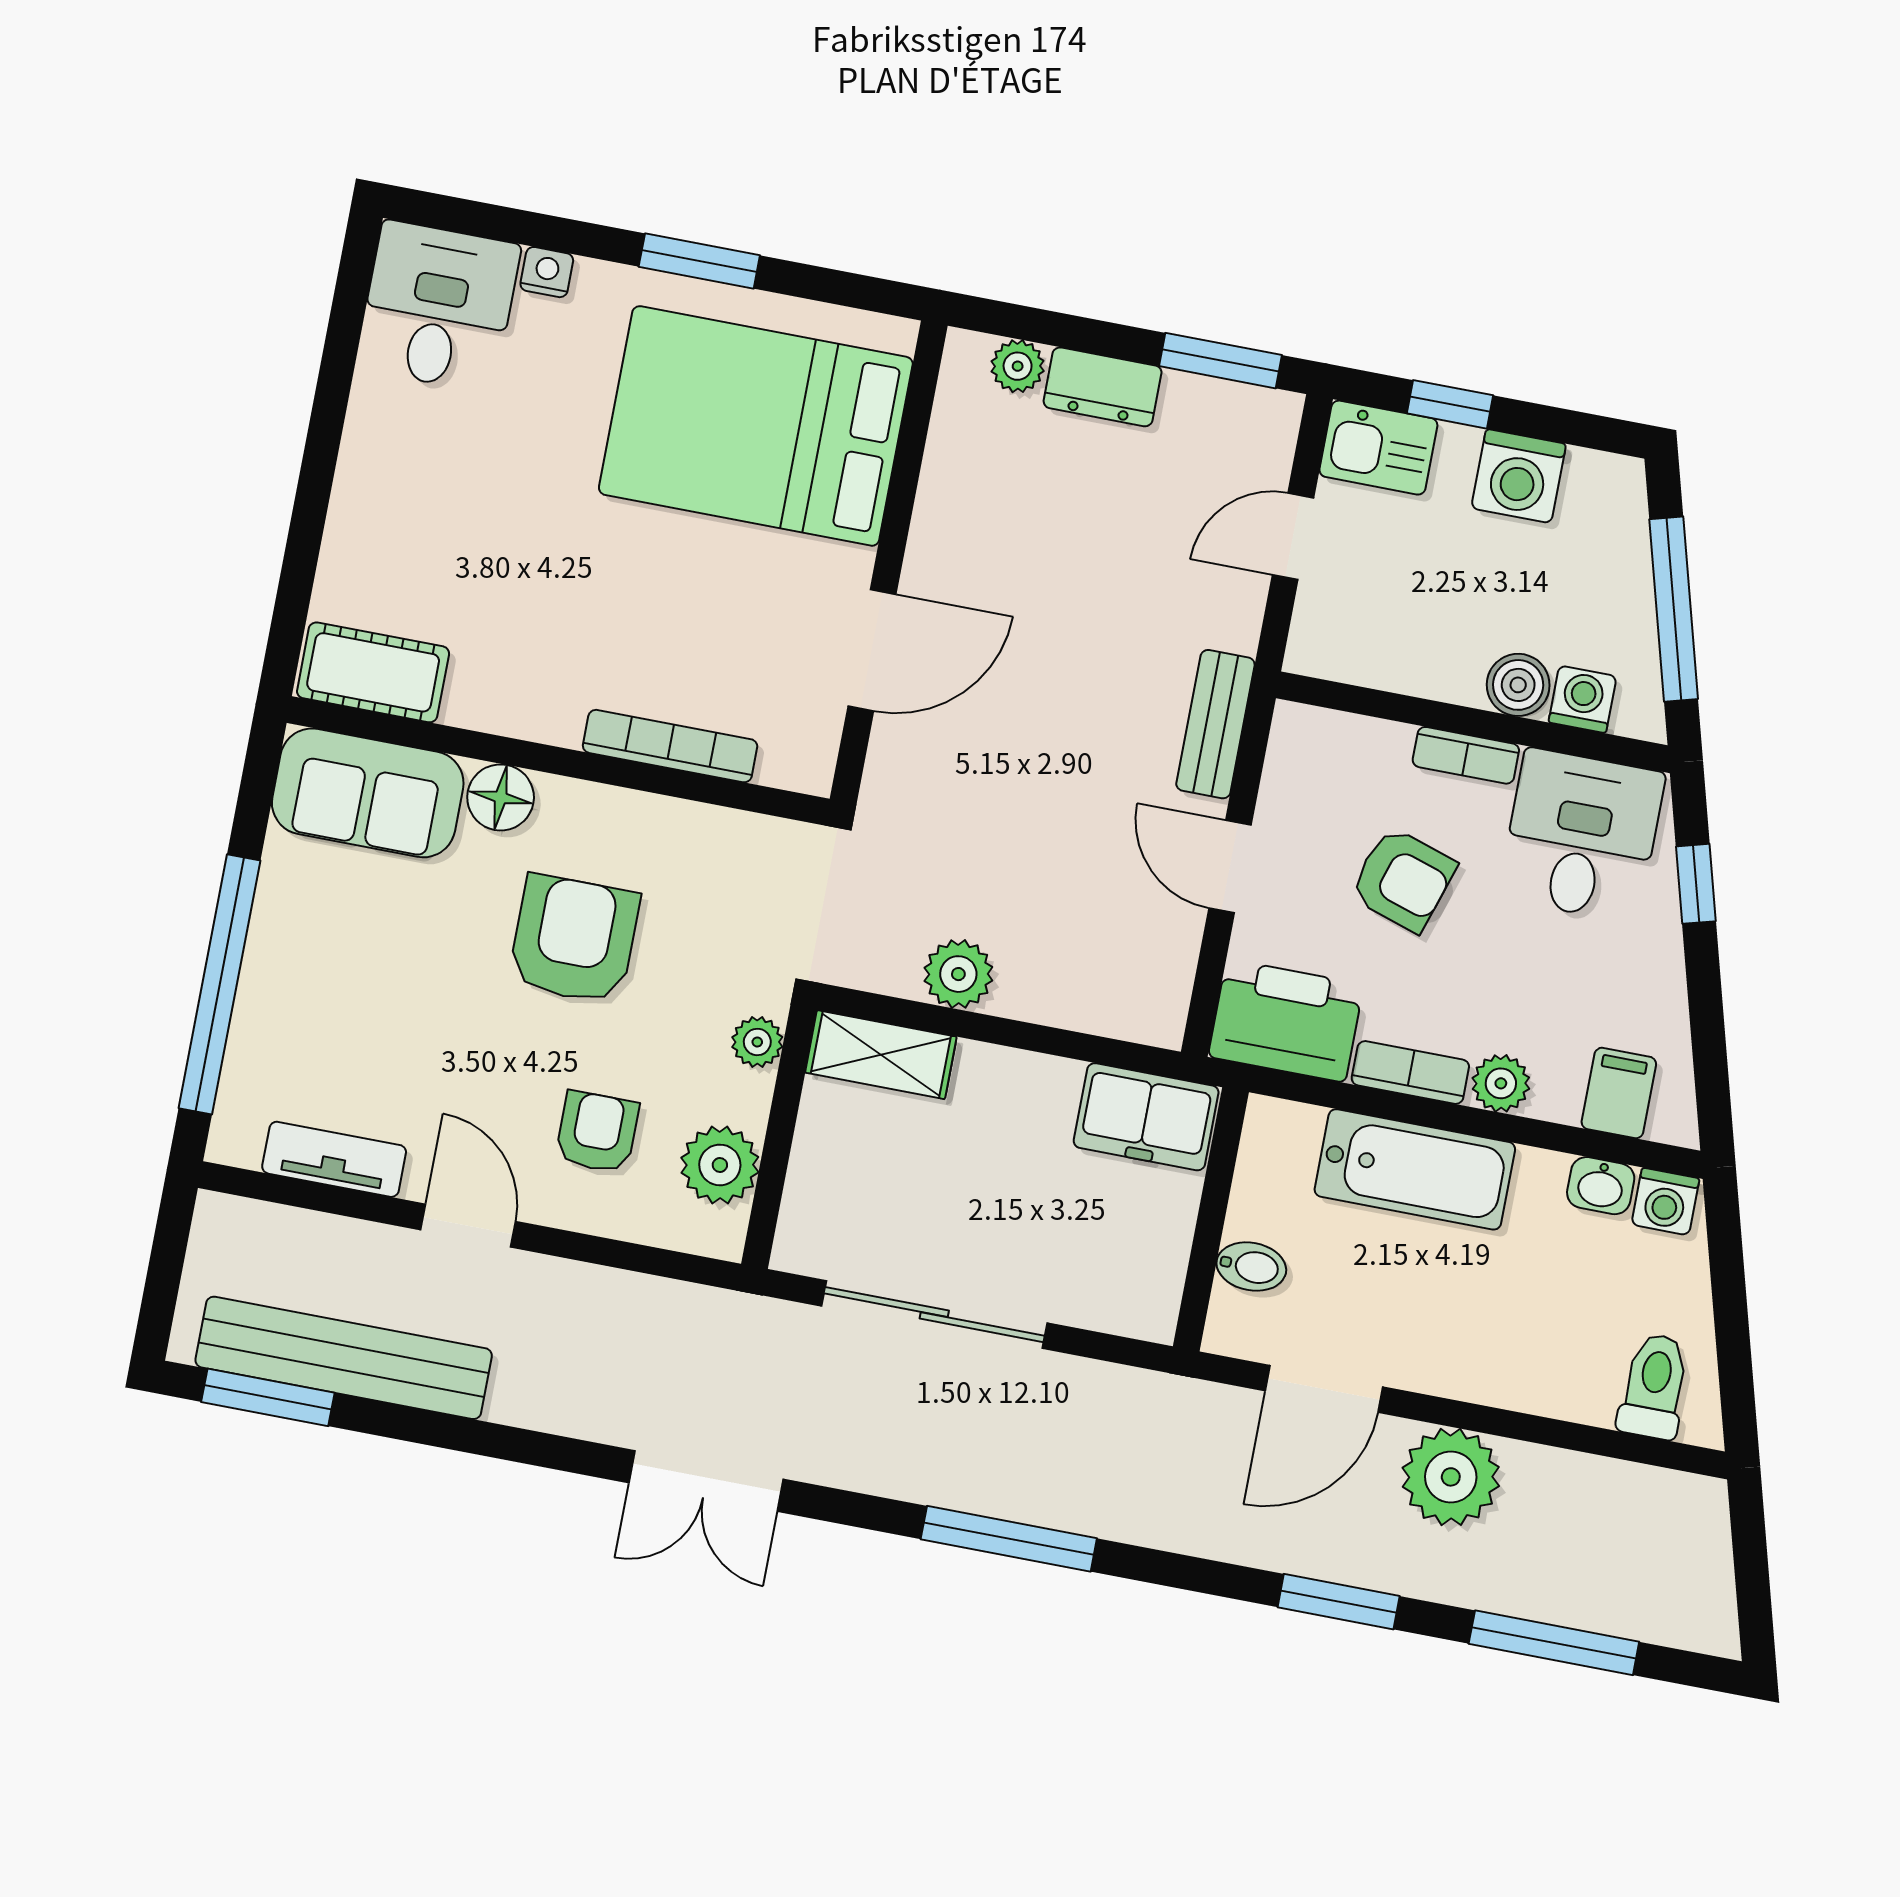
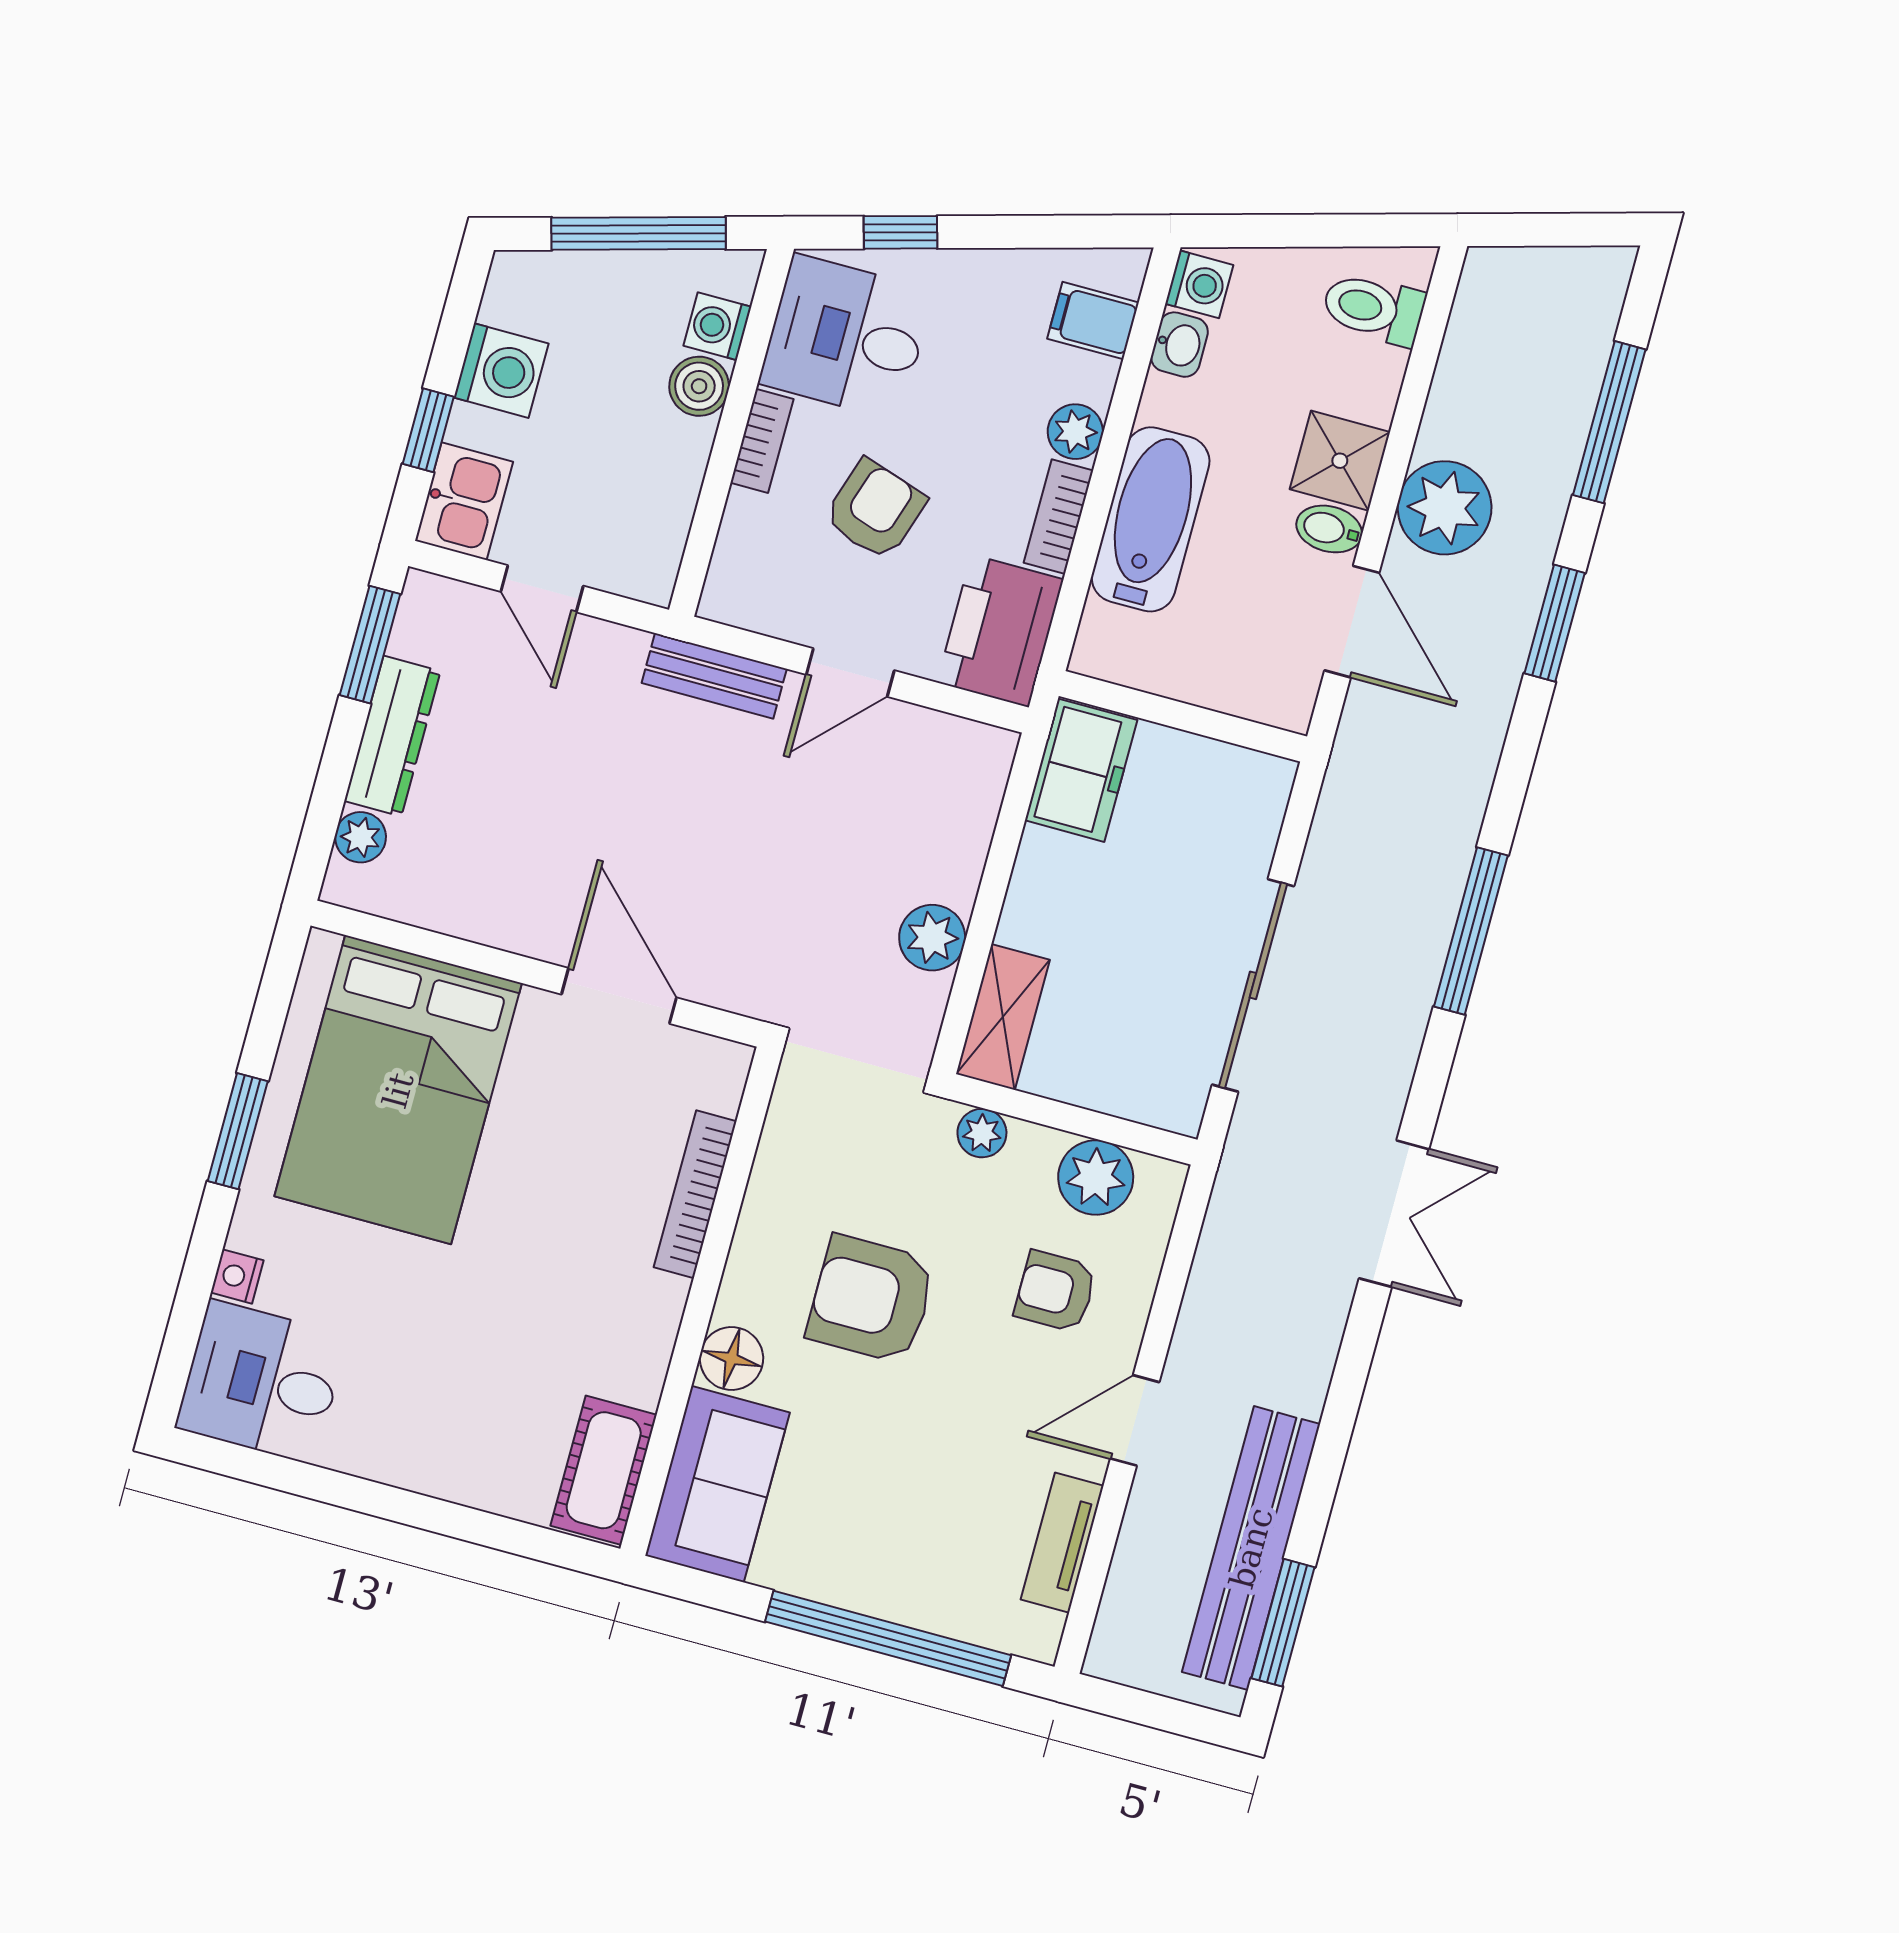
dresser: (1103, 387) -> (392, 736), width x1.44
bidet: (1251, 1267) -> (1329, 529), moved, turned -90
shower: (1492, 1363) -> (1340, 461), added

